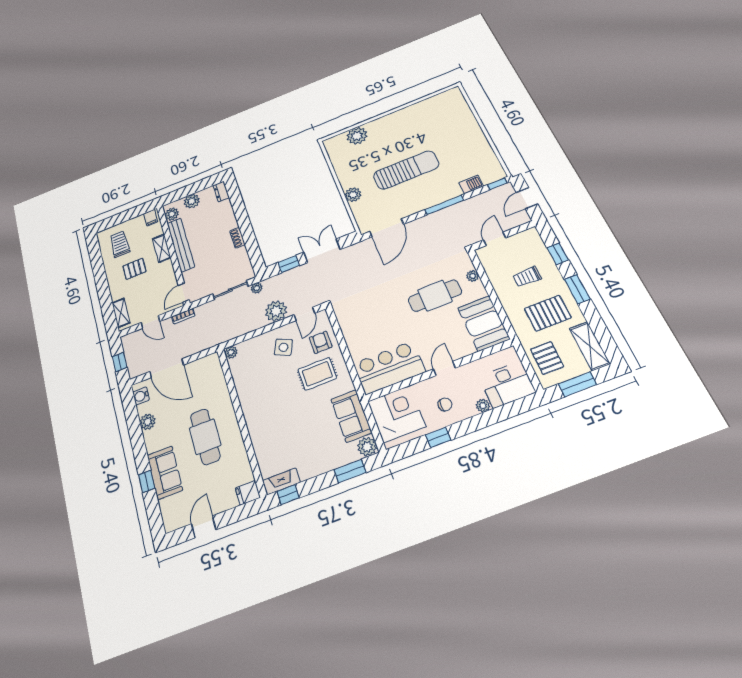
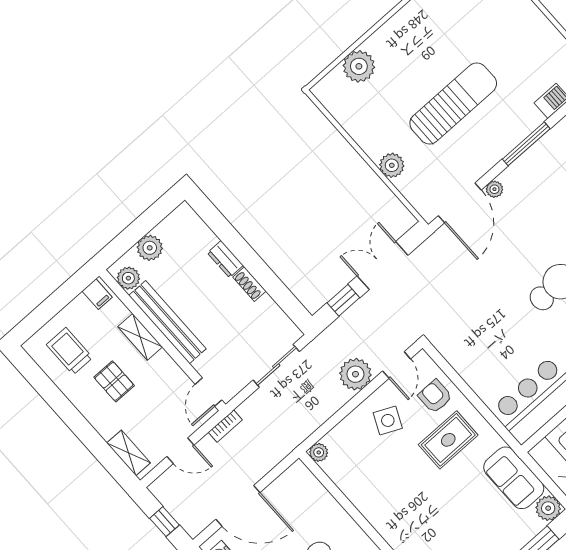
dresser: (221, 191) -> (225, 259), moved
pallet: (134, 269) -> (114, 381), turned 90
plant: (257, 288) -> (494, 189), moved

